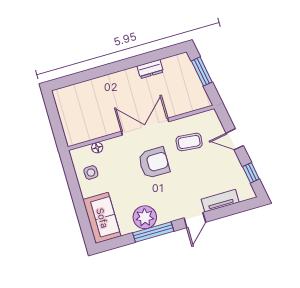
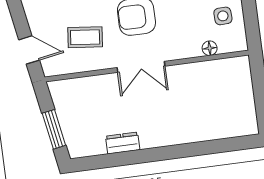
double door: (145, 127) -> (141, 67), width x0.73
door: (235, 139) -> (29, 50), moved

